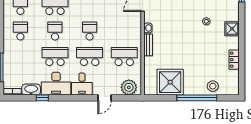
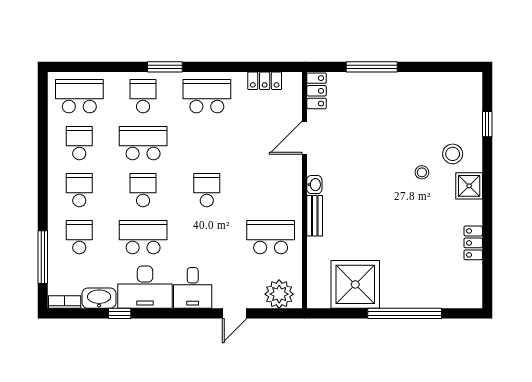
school desk: (90, 56) -> (79, 237), moved, width x0.54
stool: (213, 86) -> (453, 154), moved

